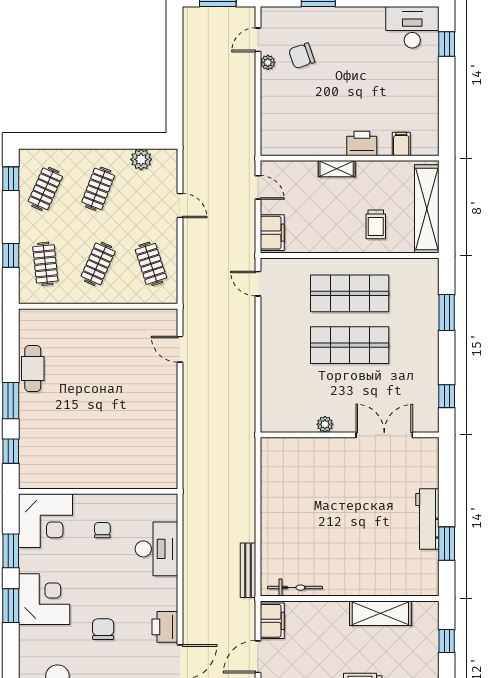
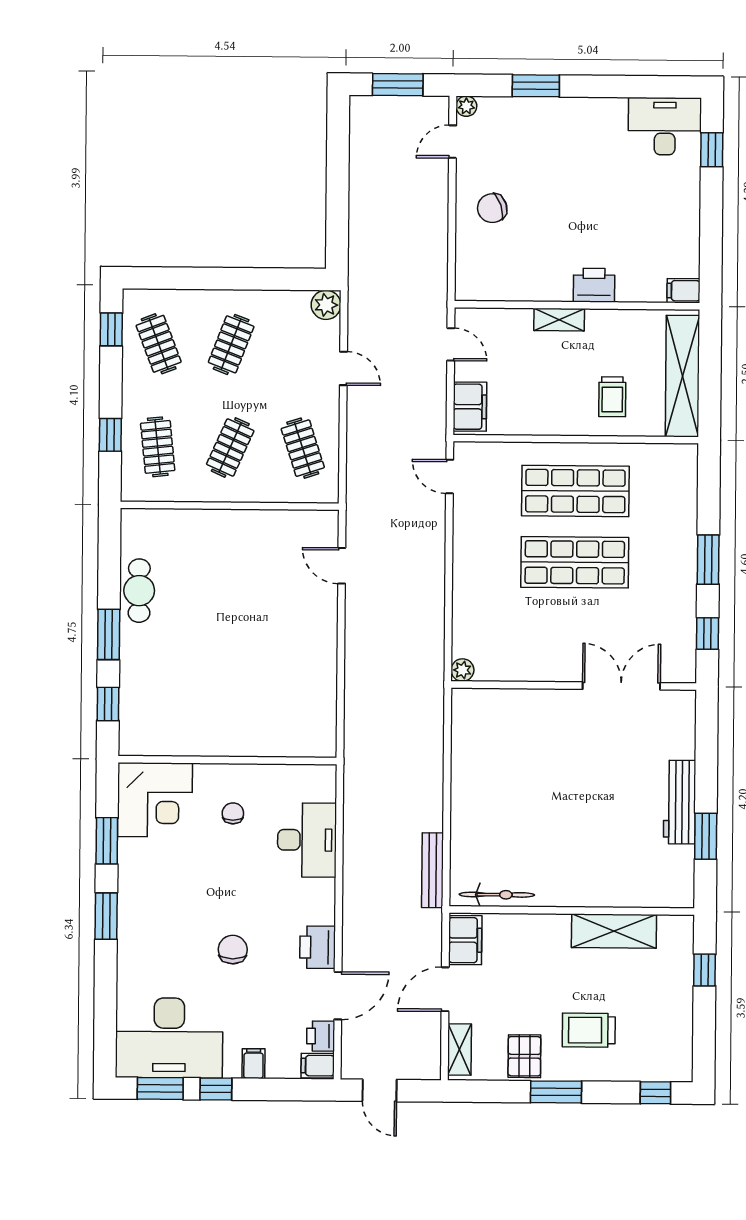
chair: (302, 56) -> (492, 208), moved
plant: (268, 62) -> (466, 106), moved
filing cabinet: (401, 144) -> (683, 291), moved, turned -90
plant: (141, 159) -> (326, 305), moved
clothes rail: (45, 189) -> (159, 344), turned -45
window: (447, 313) -> (708, 560), moved
plant: (325, 424) -> (462, 670), moved
corner desk: (44, 599) -> (152, 908), removed

